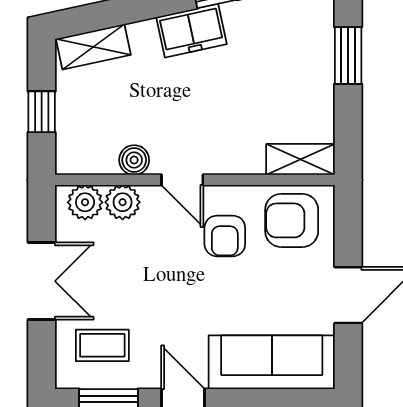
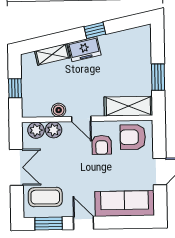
shelving: (93, 47) -> (52, 54), moved
window: (348, 56) -> (158, 77), moved
shelving: (301, 159) -> (128, 106), width x1.50, depth x1.33
coffee table: (102, 345) -> (45, 197), width x1.36, depth x1.30

